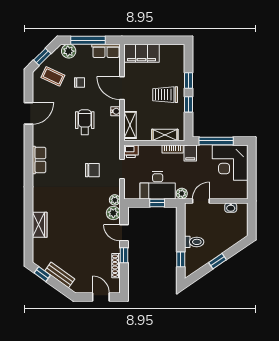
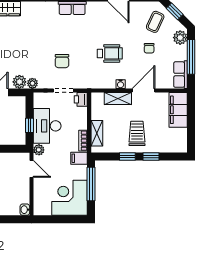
shelving: (130, 125) -> (118, 98), moved
washbasin: (231, 208) -> (25, 210), moved

